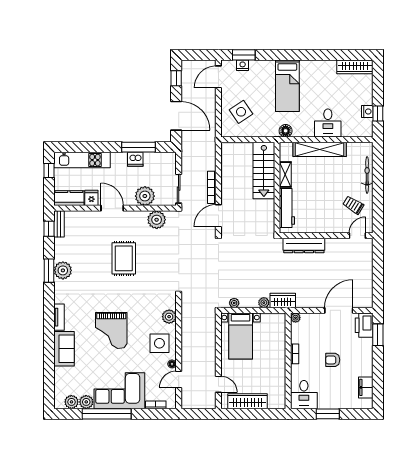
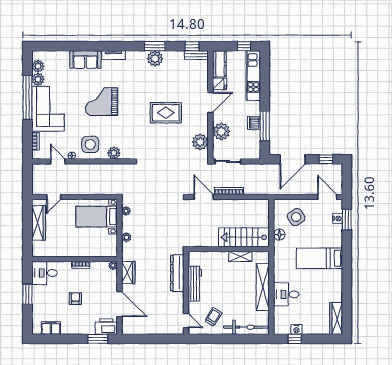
floor lamp: (286, 131) -> (279, 235), moved
bicycle: (367, 175) -> (246, 327), width x1.37, depth x1.40
workbench: (287, 208) -> (195, 284), moved, turned -90
wardrobe: (283, 301) -> (128, 273), moved

